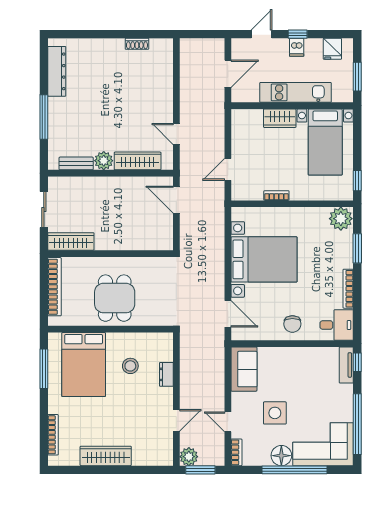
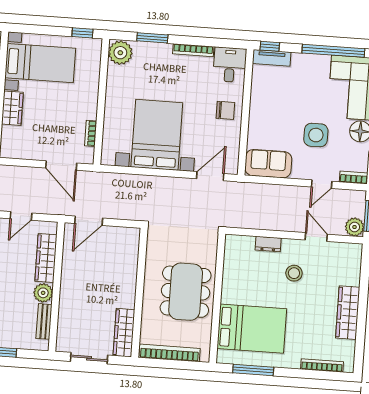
door: (228, 169) -> (61, 165), width x1.38
bookcase: (276, 196) -> (91, 133), moved
dining table: (115, 298) -> (186, 292), width x1.38
stool: (130, 366) -> (294, 273), moved

